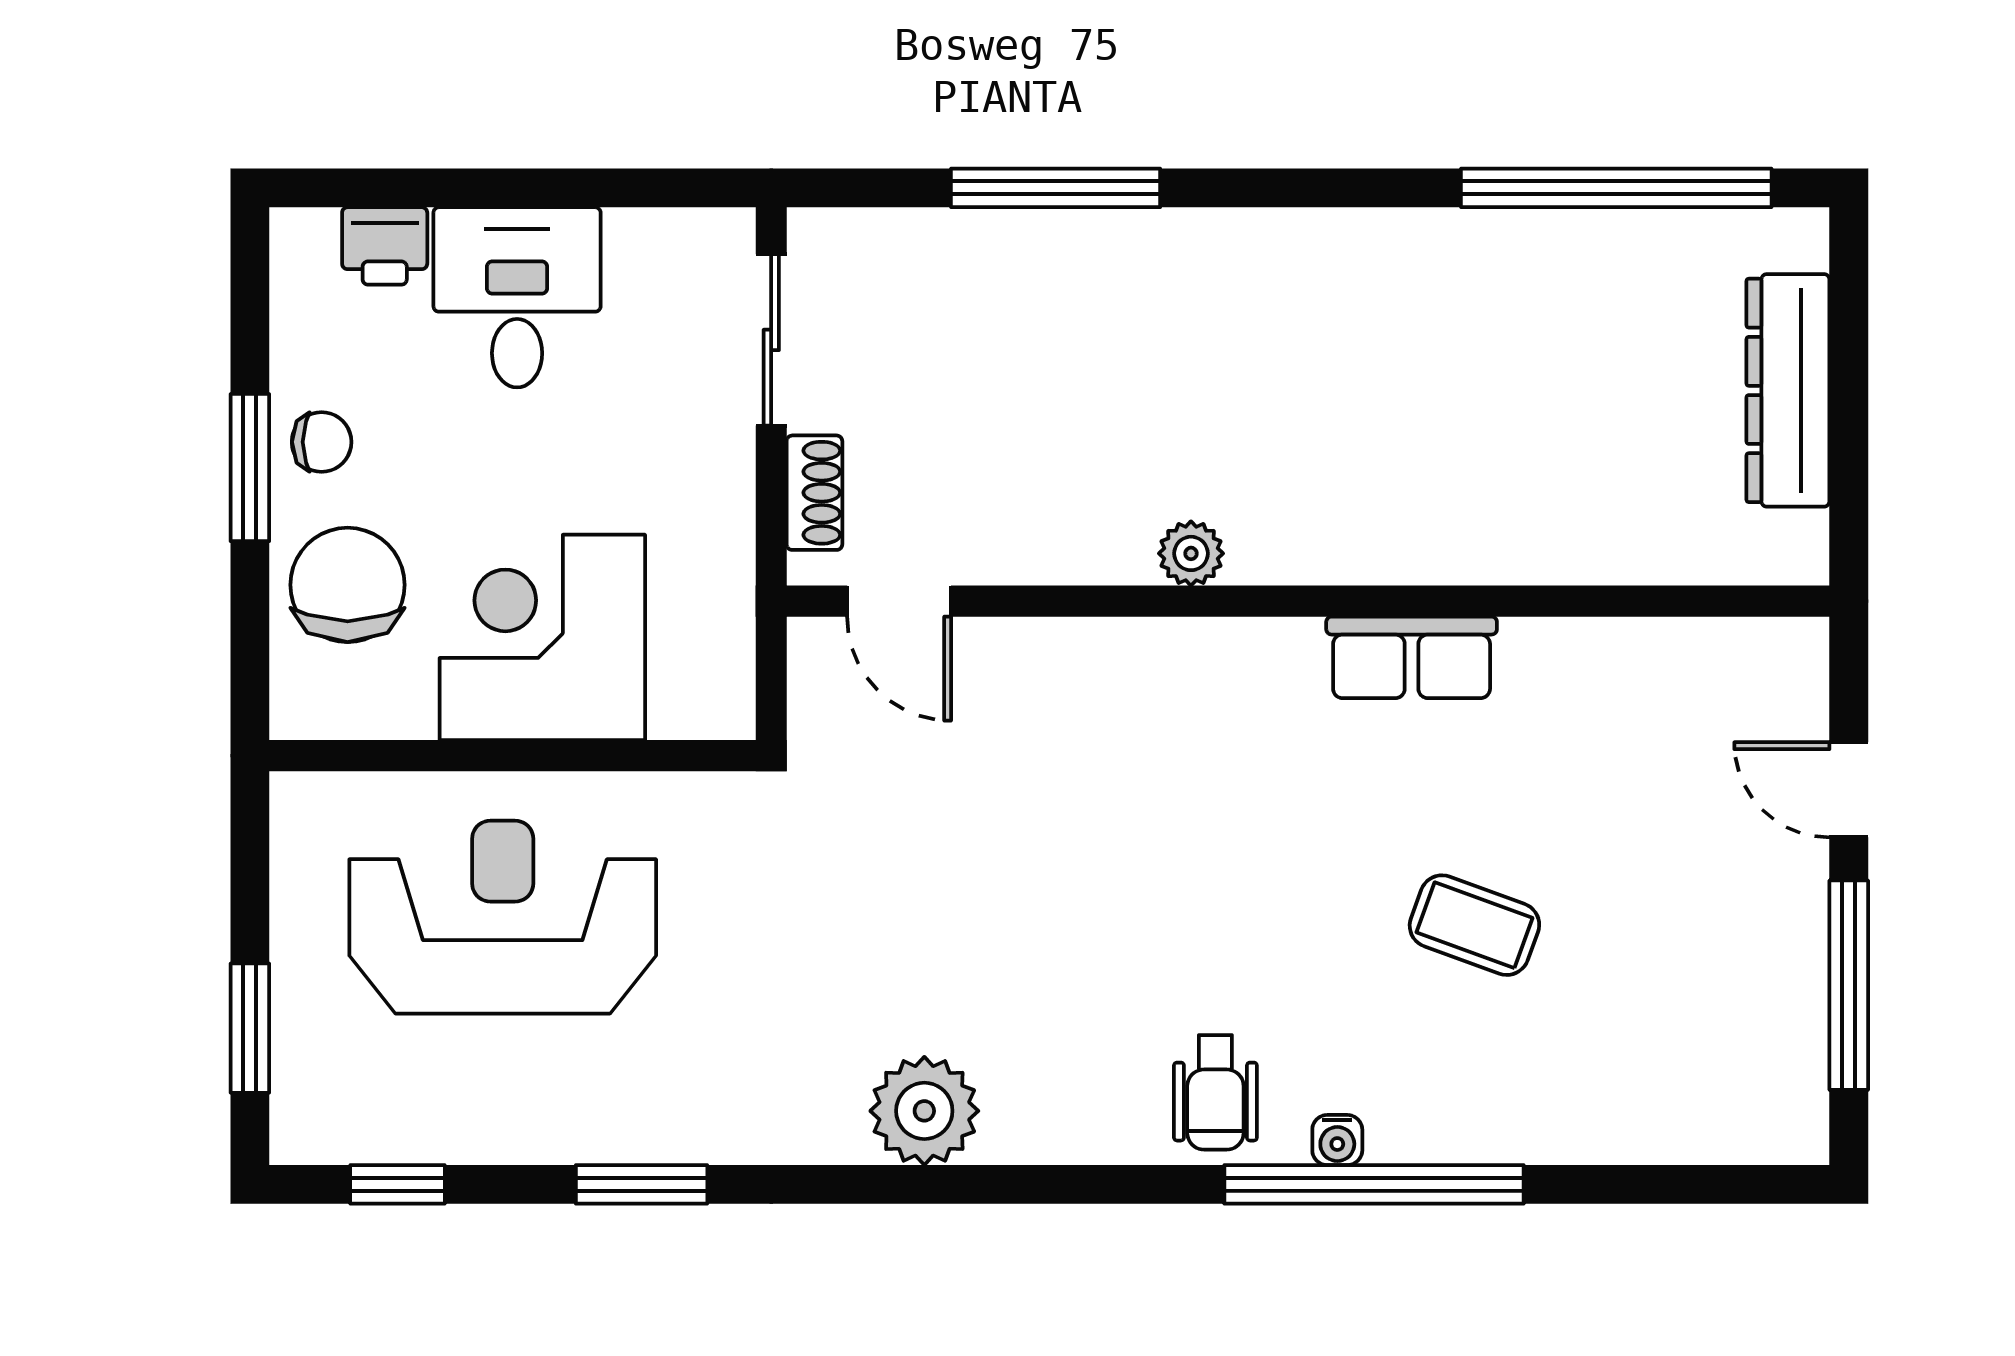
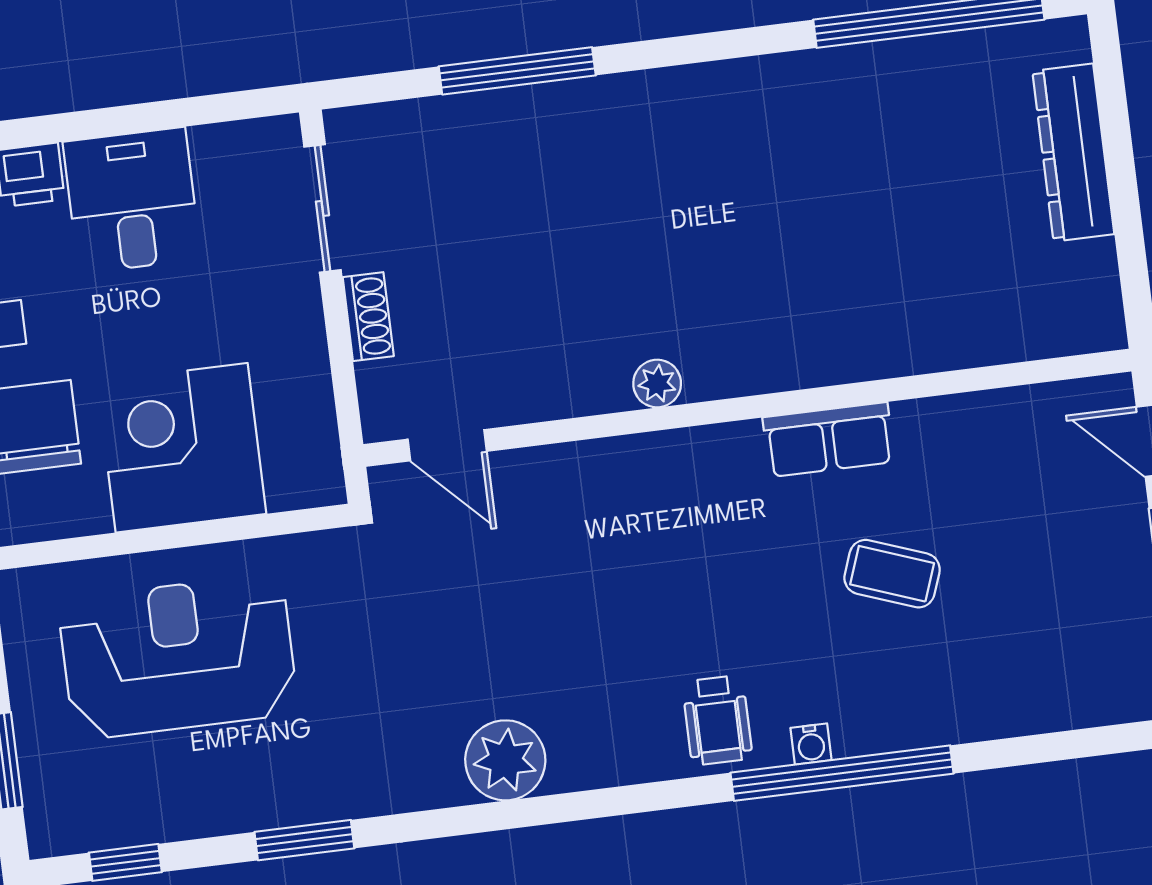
plant: (1191, 553) -> (657, 384), moved
door: (899, 601) -> (447, 445), moved
wall: (1308, 601) -> (747, 408), moved
row of seats: (1412, 657) -> (829, 440), moved

